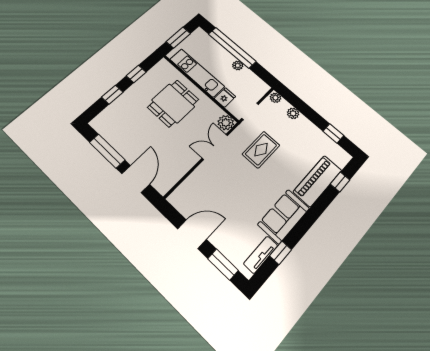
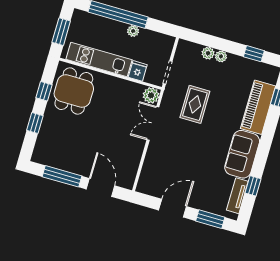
plant: (275, 98) -> (221, 56), moved
dining table: (173, 103) -> (74, 91), moved

